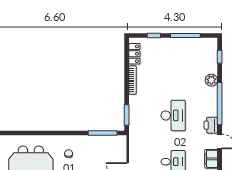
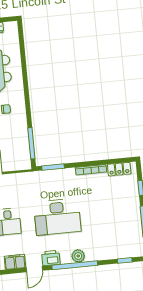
plant: (211, 80) -> (78, 256), moved
desk: (173, 115) -> (57, 217), width x1.36, depth x1.30

